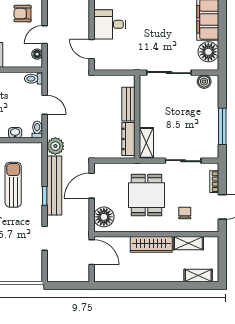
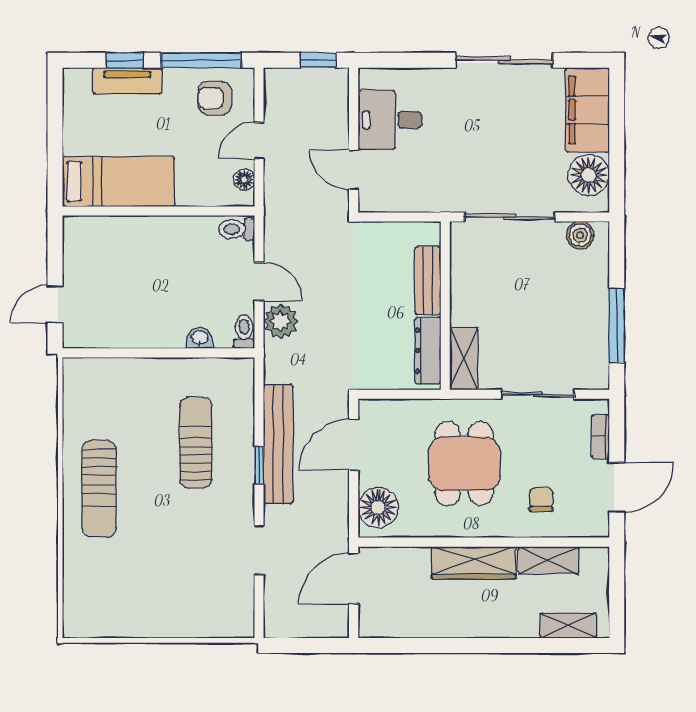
plant: (55, 146) -> (281, 321), moved
door: (92, 252) -> (354, 578), swing flipped

